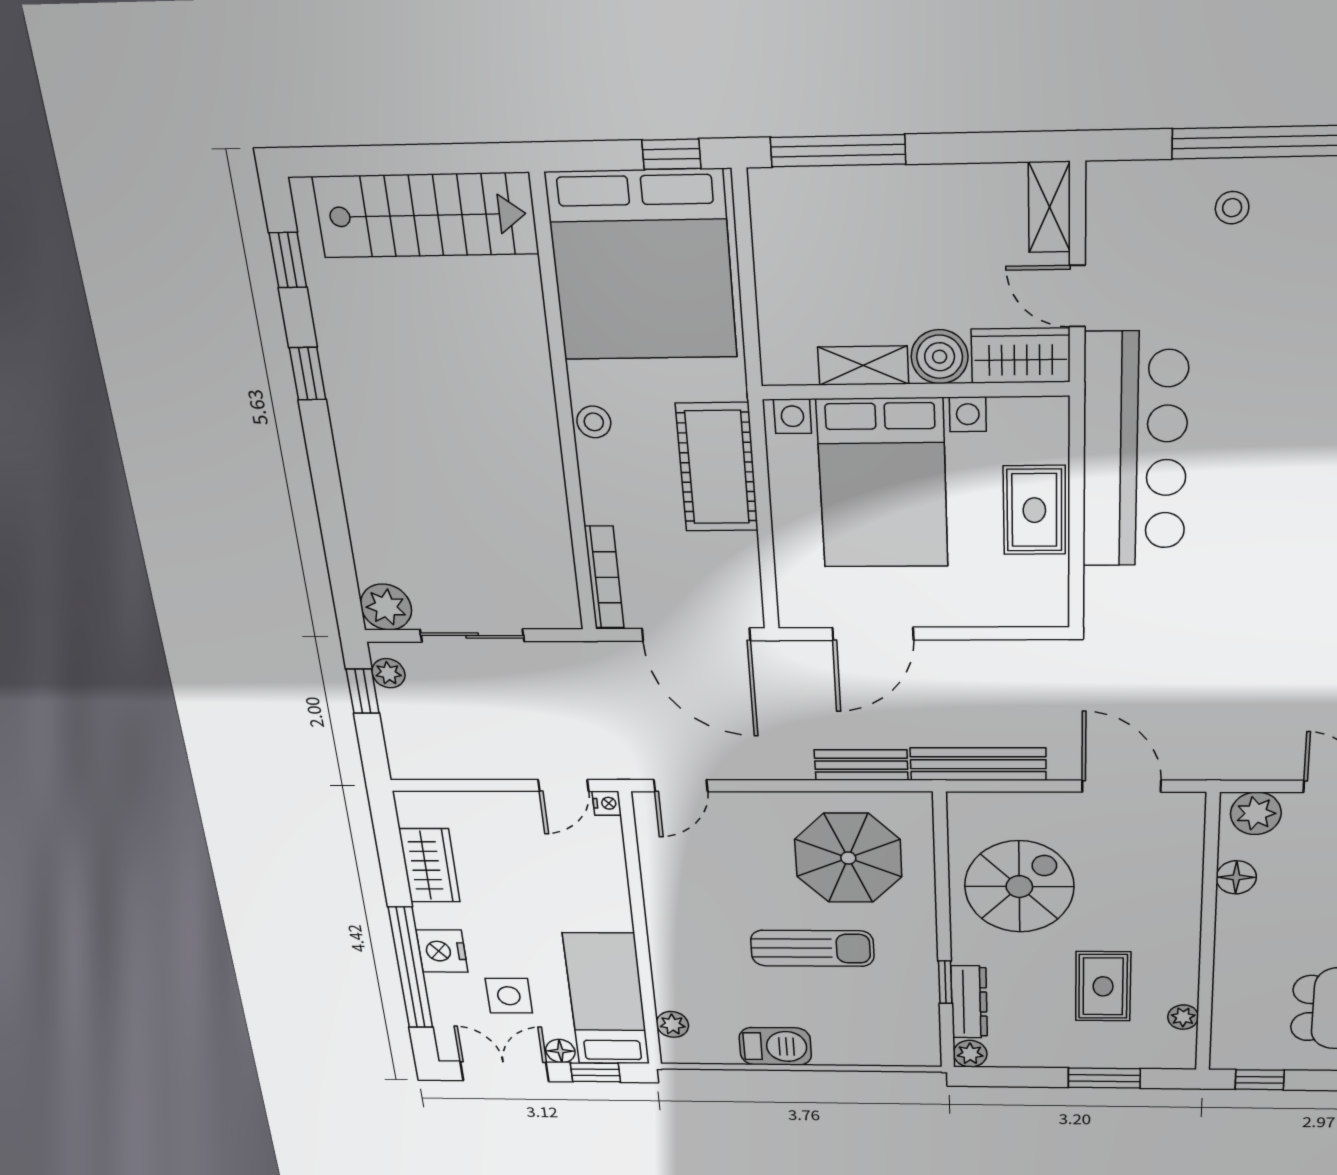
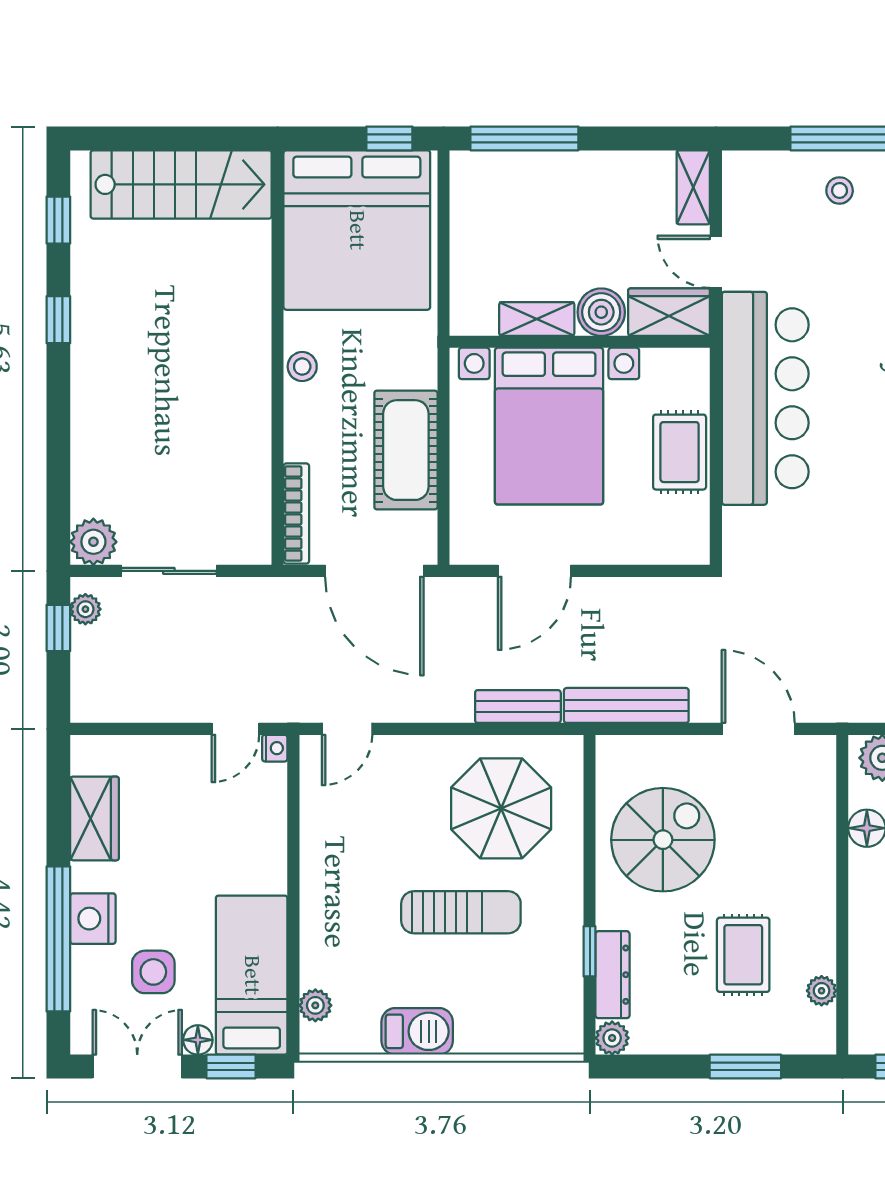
cot: (717, 467) -> (406, 450), moved

